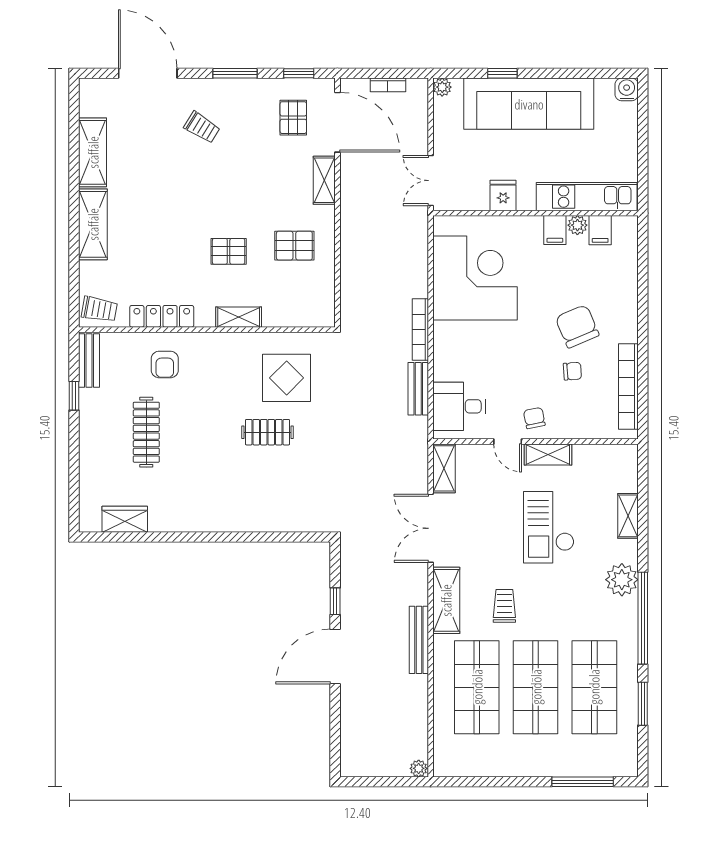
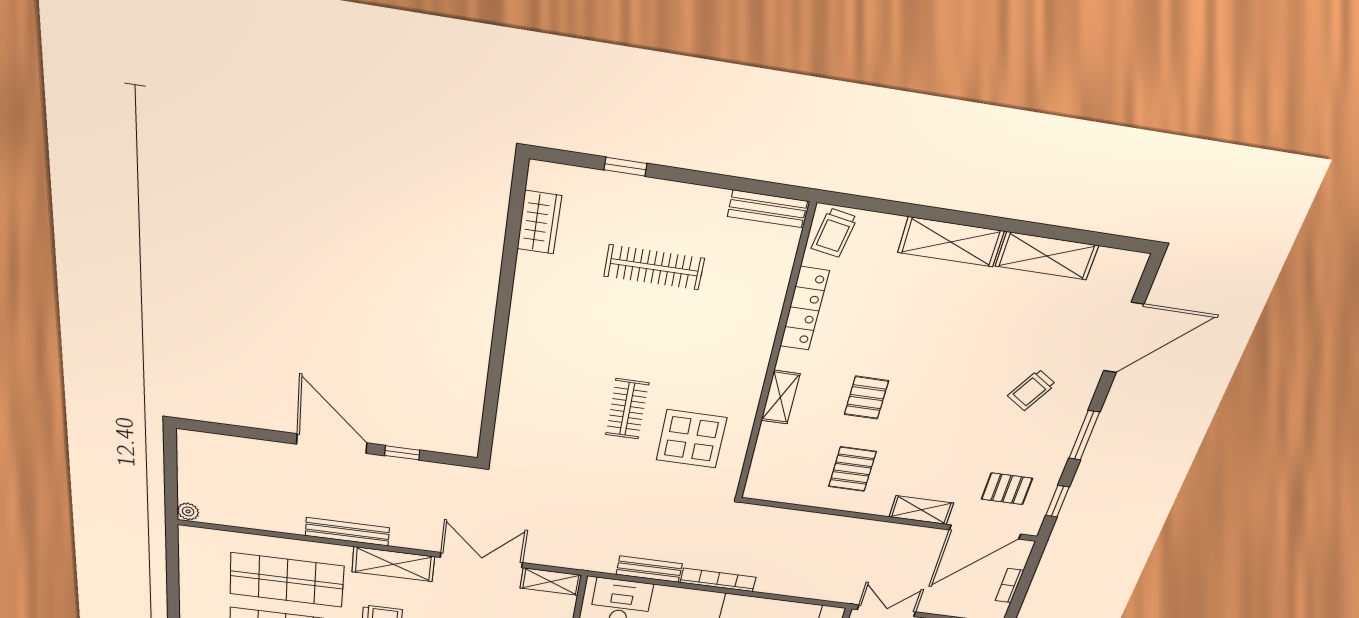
armchair: (165, 364) -> (740, 303), removed
window: (74, 396) -> (625, 167), moved

